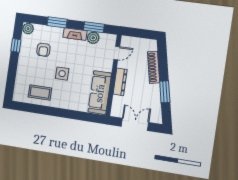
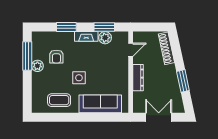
plant: (28, 29) -> (37, 66), moved
window: (16, 45) -> (27, 56), width x2.17
shoe rack: (154, 67) -> (166, 48), moved
sofa: (100, 93) -> (100, 104), moved, turned 90

